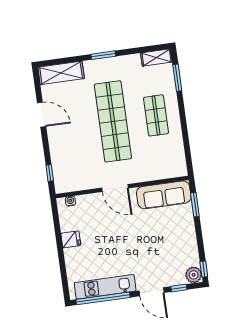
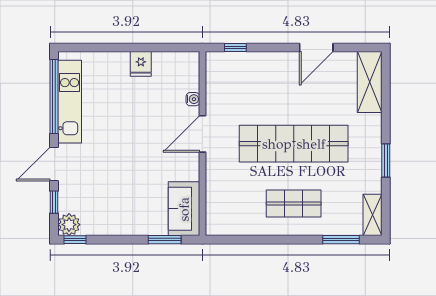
window: (103, 55) -> (386, 161), moved
sofa: (164, 195) -> (184, 209), width x0.73
water cooler: (70, 201) -> (193, 99), moved

